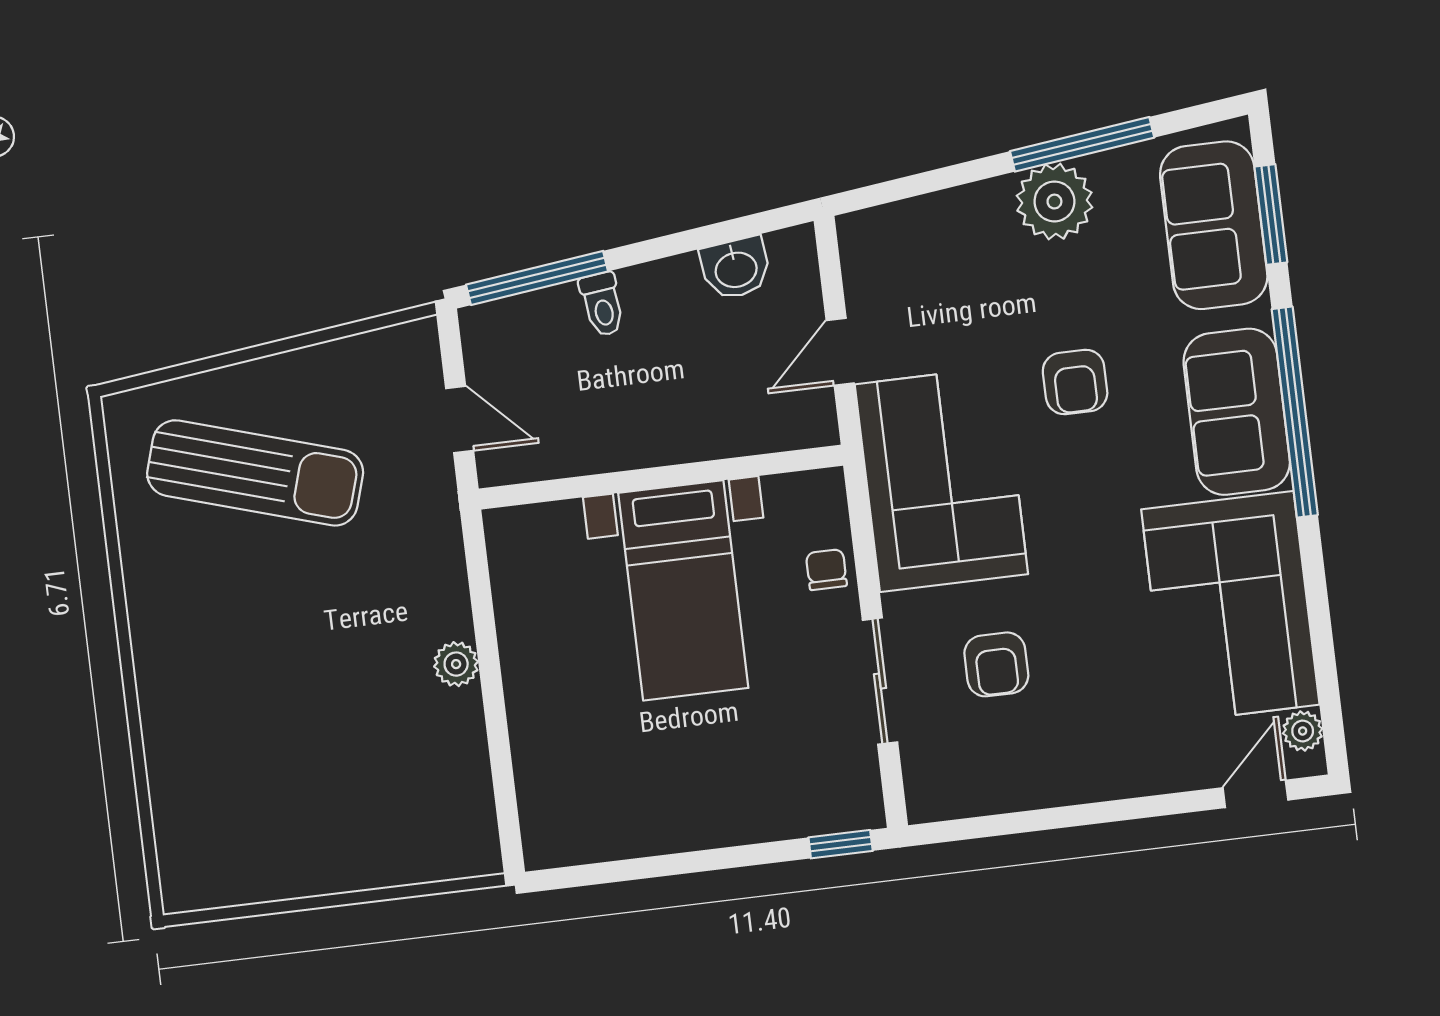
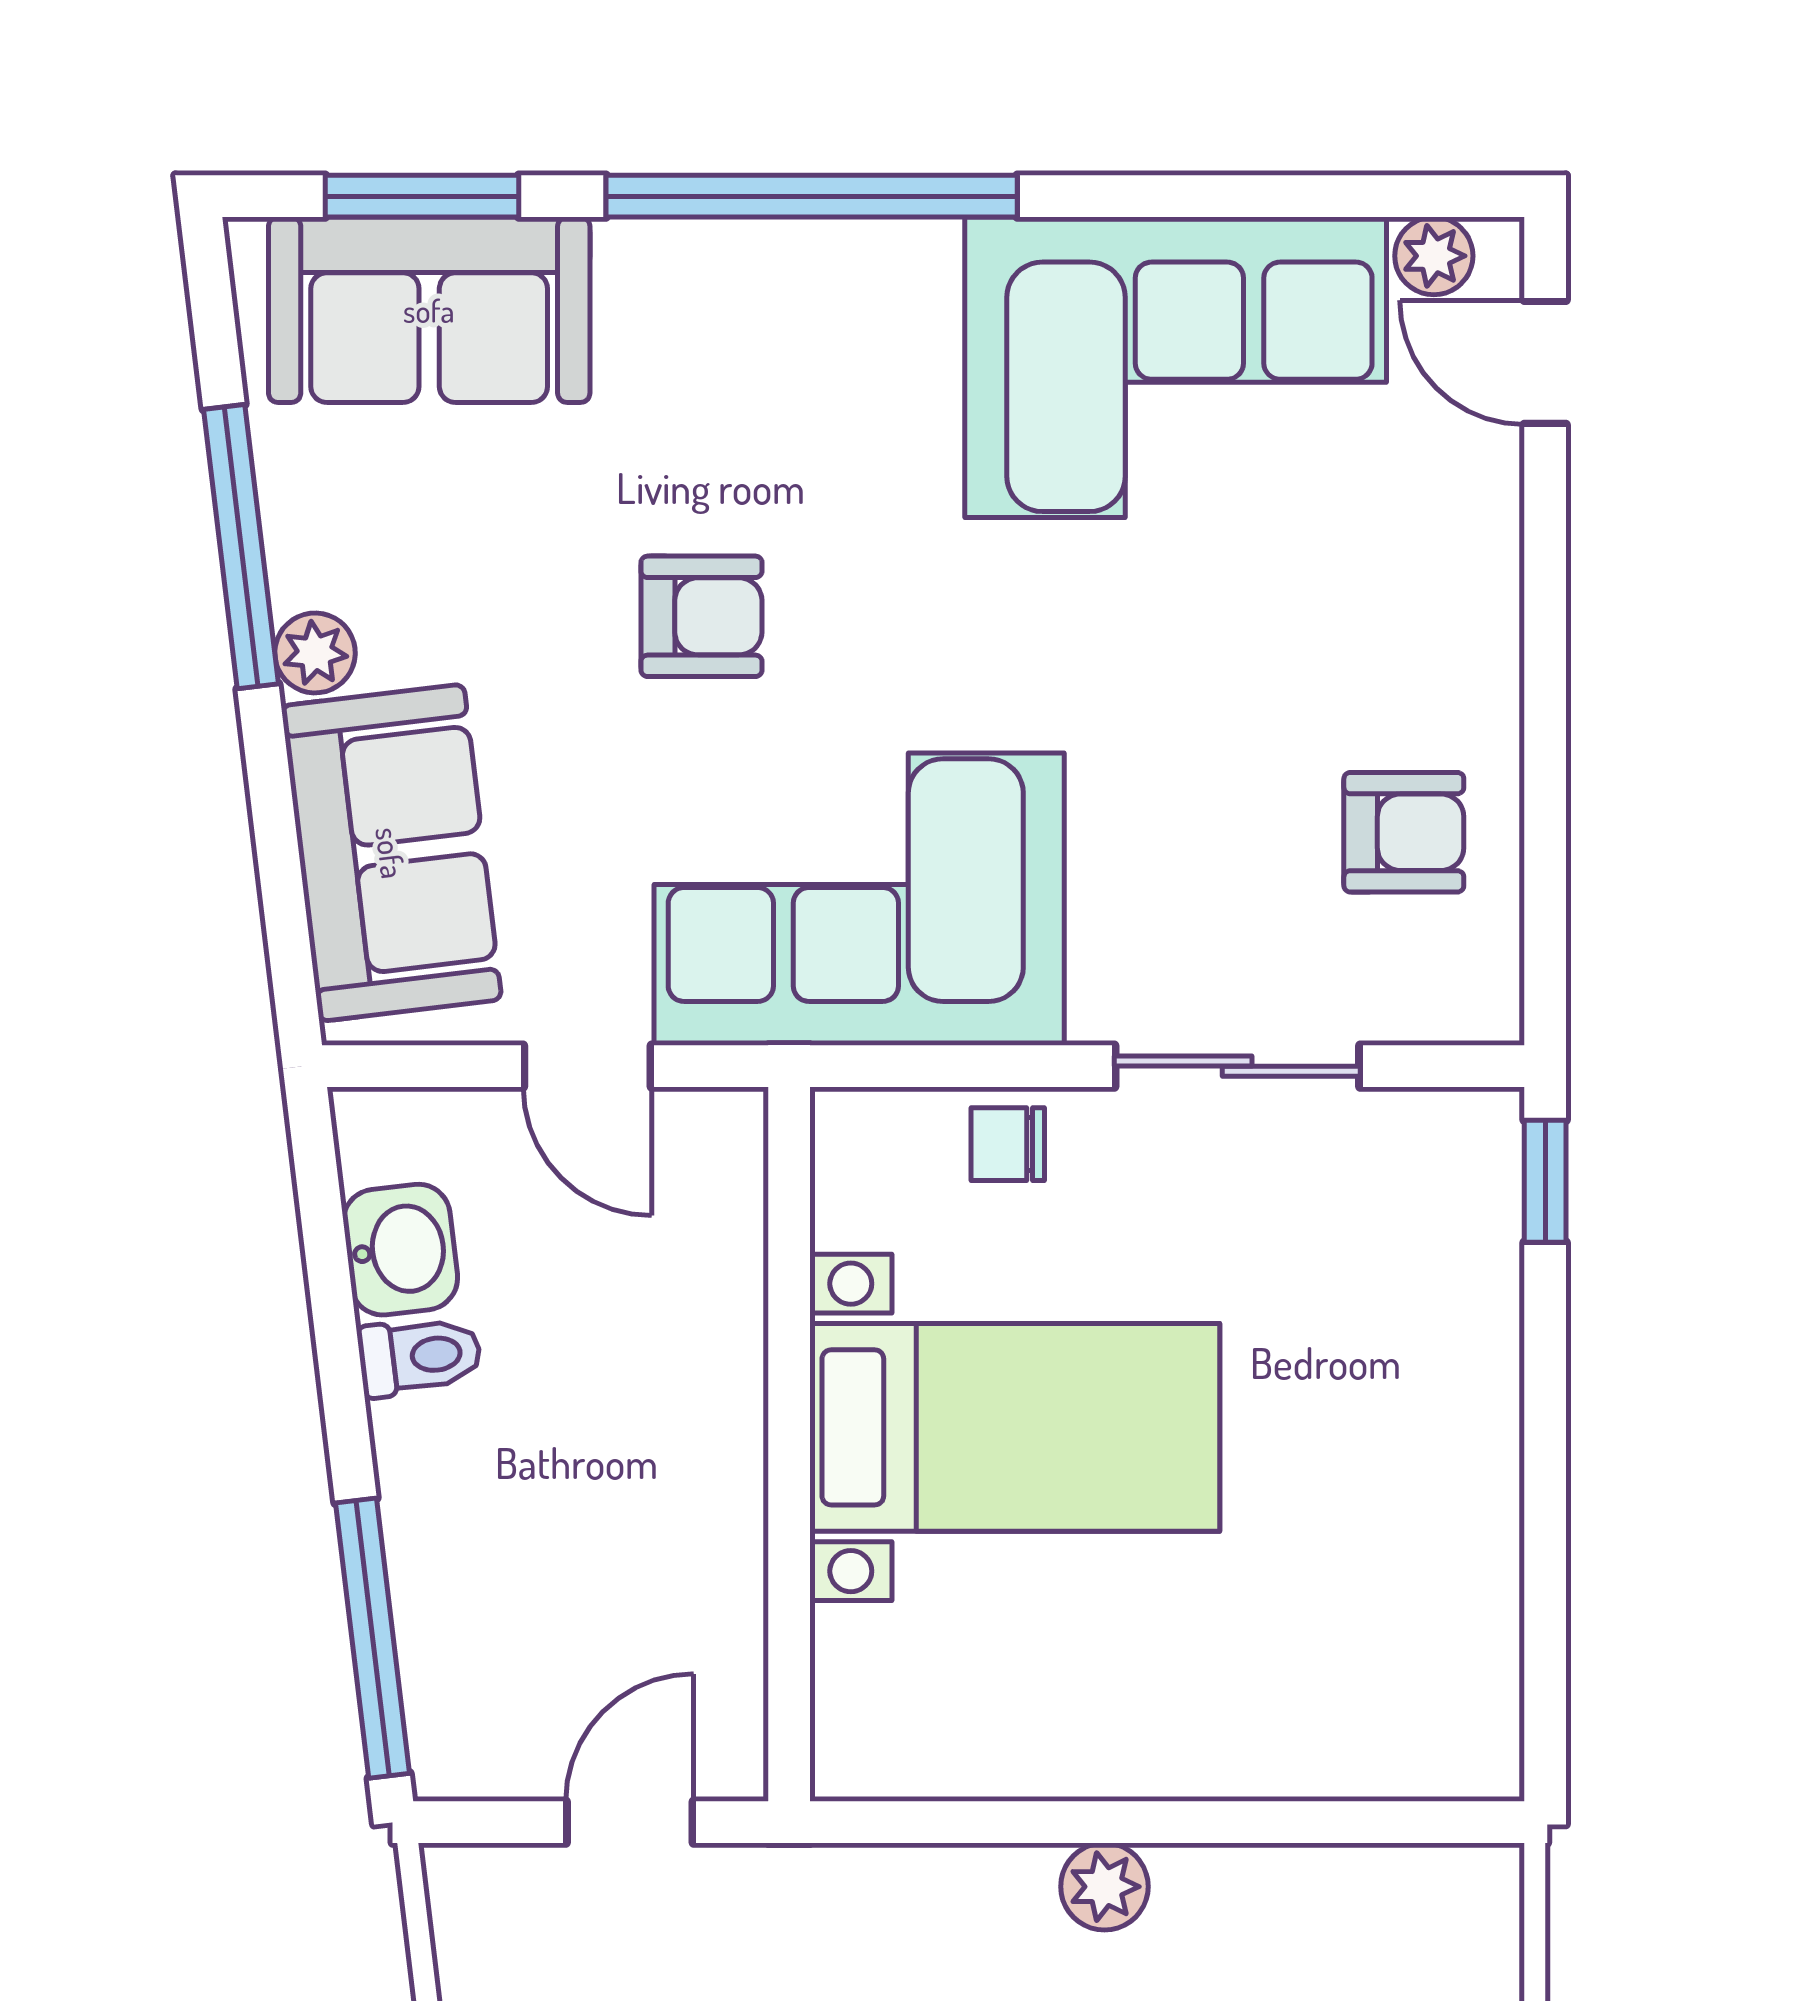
plant: (1054, 202) -> (315, 653), width x0.53, depth x0.53
toilet: (602, 304) -> (420, 1356), moved
sofa: (1237, 412) -> (391, 853), moved, turned -97
armchair: (996, 664) -> (1404, 832), moved

